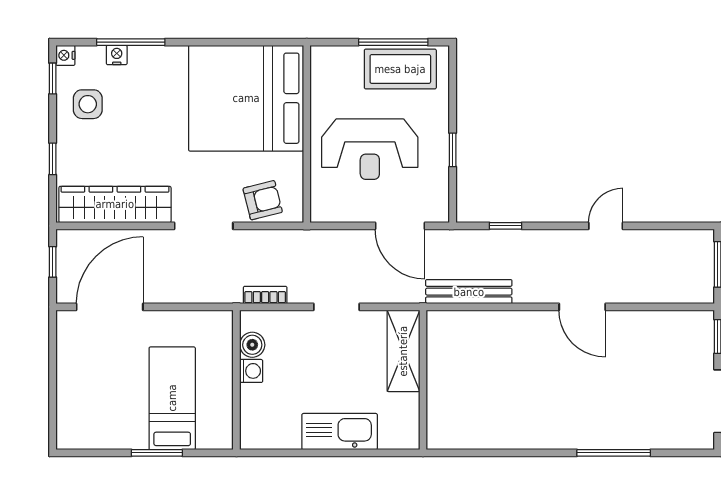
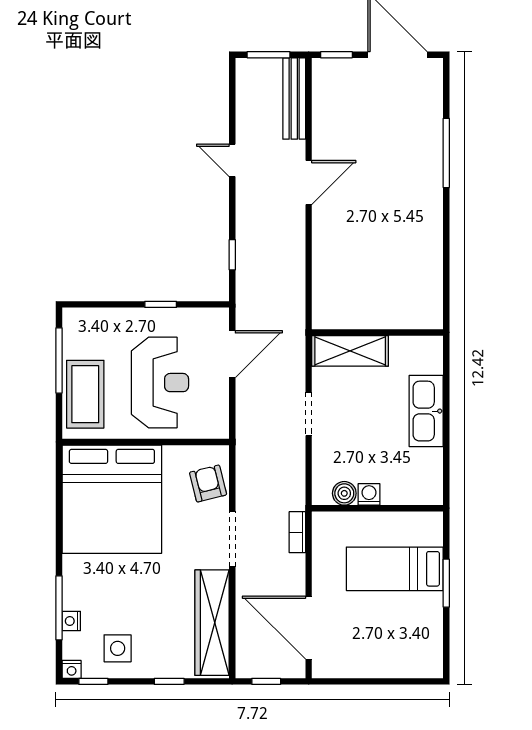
coffee table: (400, 69) -> (85, 394), moved
bench: (469, 292) -> (294, 99), moved
bookcase: (265, 295) -> (297, 532), moved

